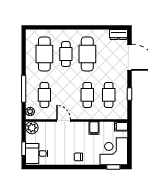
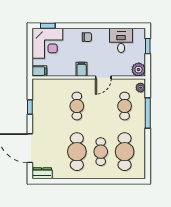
cafe table: (109, 95) -> (53, 106), removed
door: (64, 121) -> (103, 78), hinge flipped
filing cabinet: (94, 128) -> (82, 69), moved
desk: (37, 153) -> (121, 40), moved, turned -90

